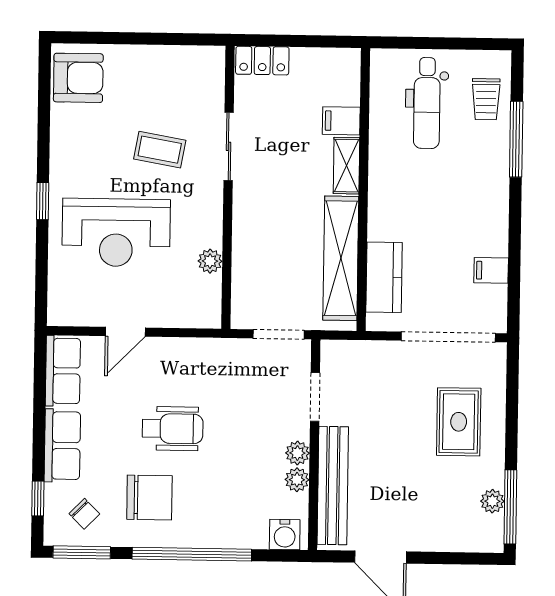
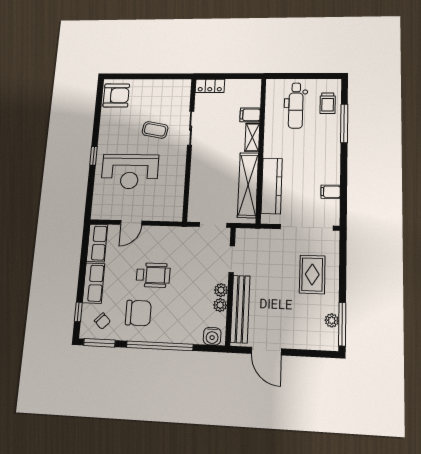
plant: (210, 261) -> (178, 186), removed
kitchen counter: (384, 277) -> (272, 186), width x1.50

